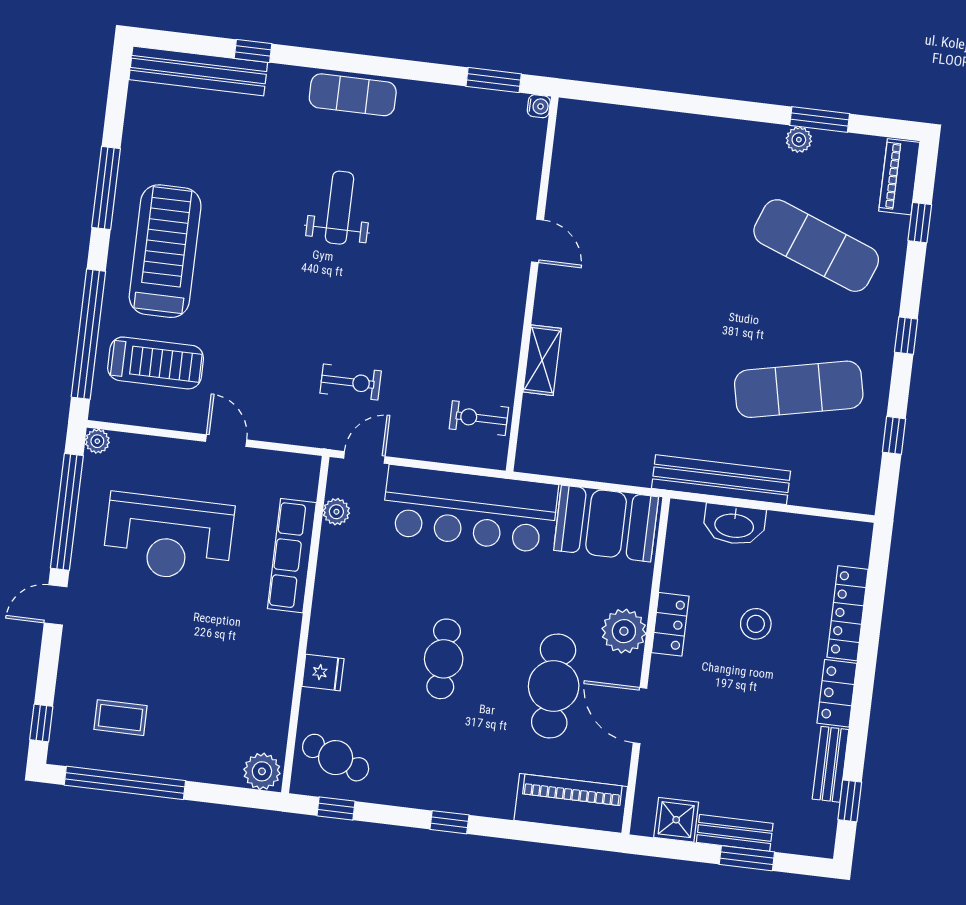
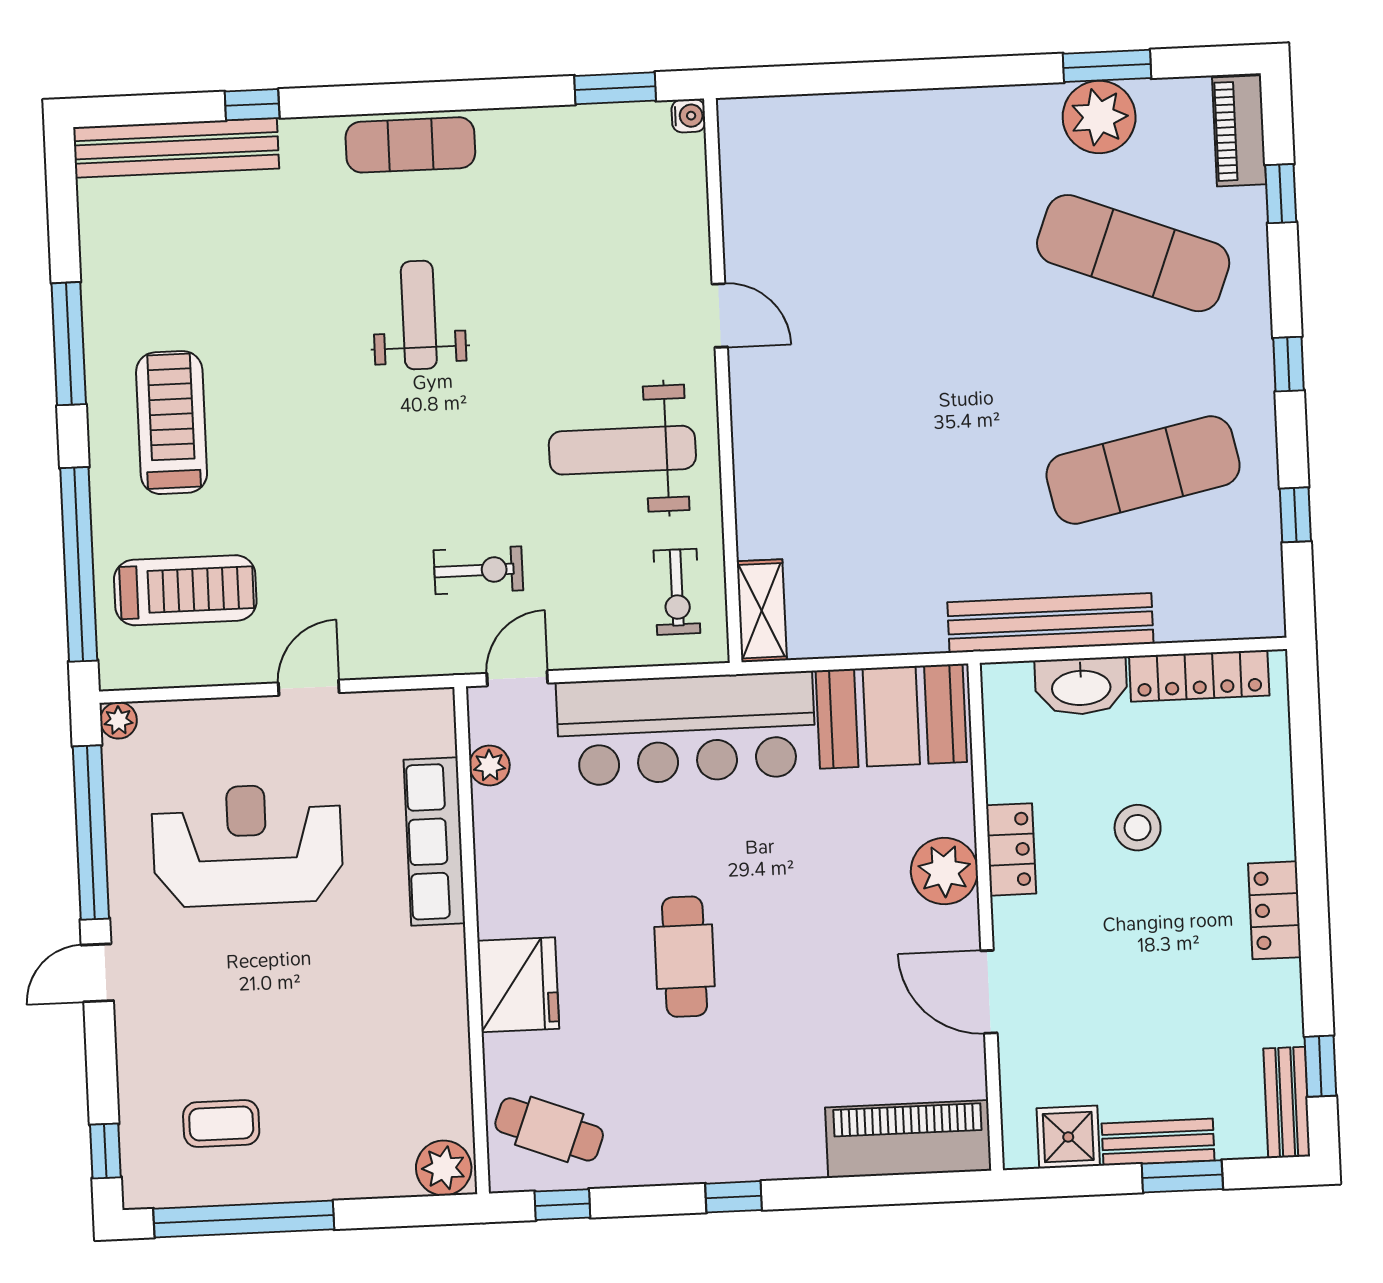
plant: (799, 140) -> (1099, 117), width x1.88, depth x1.88
treadmill: (165, 251) -> (172, 423), width x0.73, depth x0.73
weight bench: (459, 319) -> (622, 450), added
shelving: (542, 360) -> (762, 611), moved
exercise bike: (479, 418) -> (677, 592), turned -90
door: (226, 441) -> (309, 688), hinge flipped
reception desk: (168, 537) -> (247, 845), turned 180
locker: (848, 613) -> (1199, 676), moved, turned -90
fridge: (323, 672) -> (518, 985), width x1.88, depth x1.34
cafe table: (554, 686) -> (854, 970), removed
bench: (831, 764) -> (1287, 1102), moved

